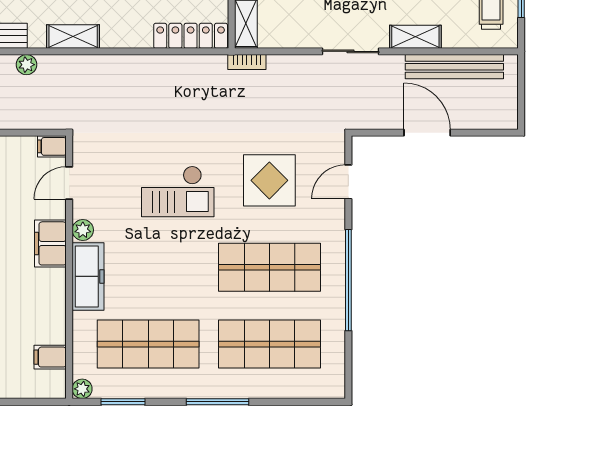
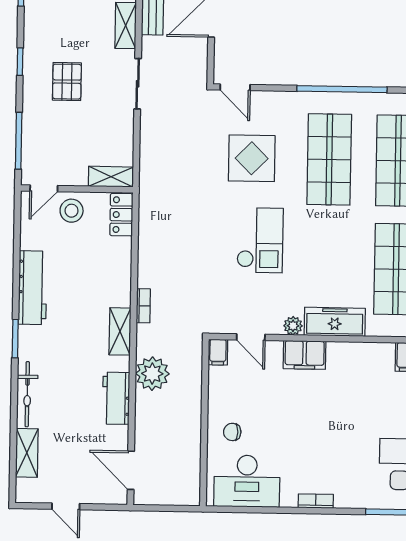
locker: (191, 36) -> (121, 215), width x0.66
bookcase: (247, 62) -> (143, 306), moved
plant: (26, 65) -> (152, 374), width x1.88, depth x1.88
door: (348, 182) -> (235, 87), moved

